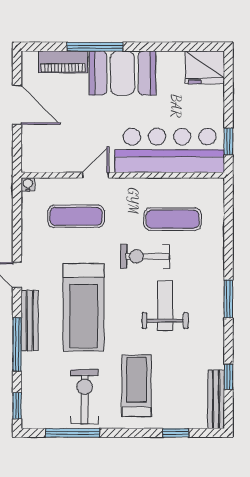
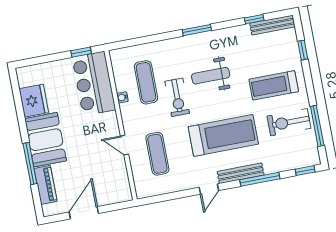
fridge: (205, 67) -> (34, 101), moved
bar counter: (170, 150) -> (94, 83), width x0.73
water cooler: (28, 184) -> (122, 97), moved

